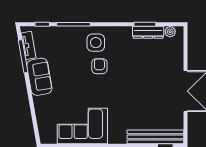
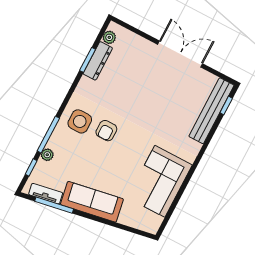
plant: (58, 31) -> (47, 155), added
armchair: (99, 66) -> (106, 131), turned -90
sofa: (39, 77) -> (92, 202), width x1.36

